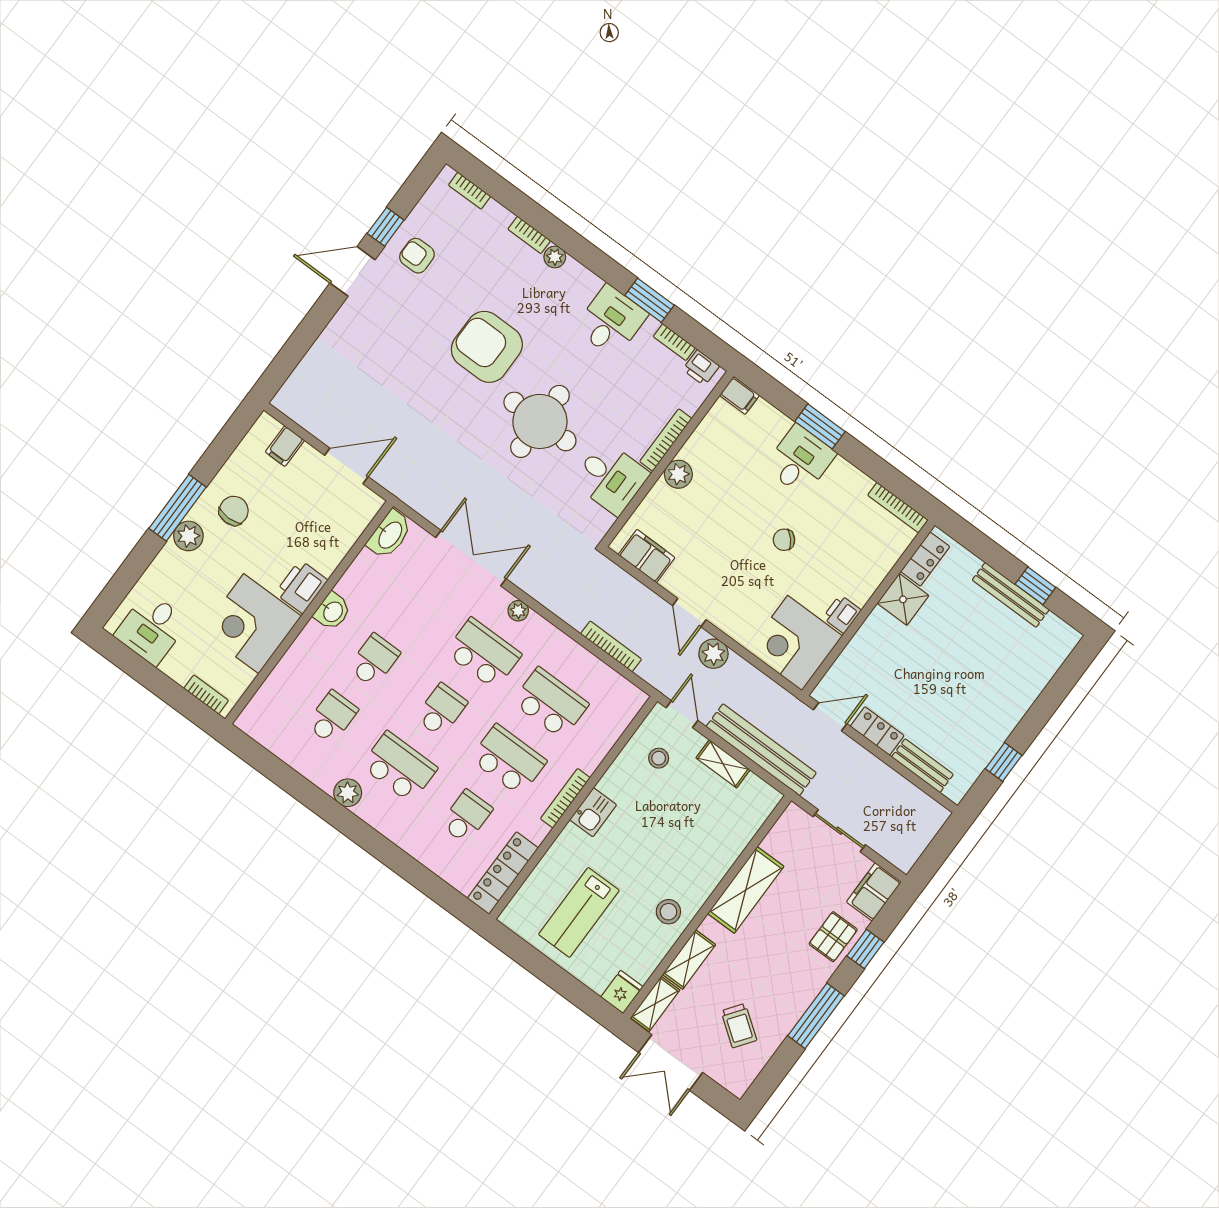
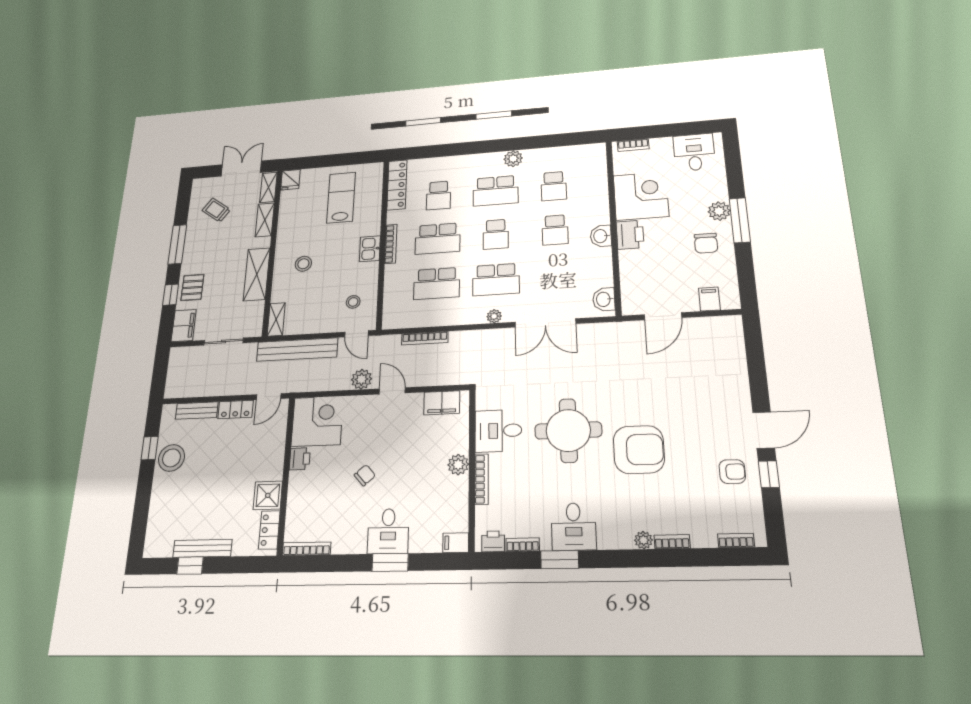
washbasin: (390, 535) -> (604, 299), width x0.72
stool: (985, 729) -> (171, 458), added
shelving: (723, 764) -> (276, 319), moved, turned 90
stool: (668, 912) -> (303, 264), moved

